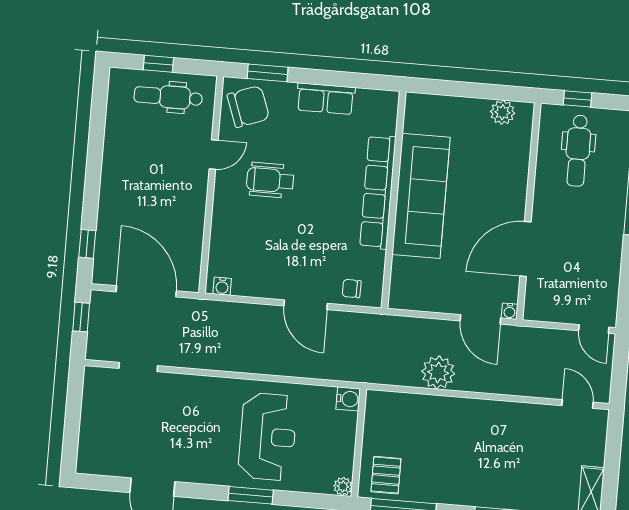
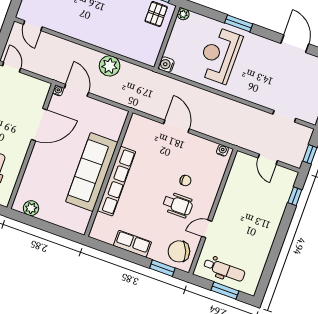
window: (158, 64) -> (225, 291), width x1.50
chair: (352, 289) -> (185, 181), moved
door: (146, 291) -> (268, 159), width x0.53

